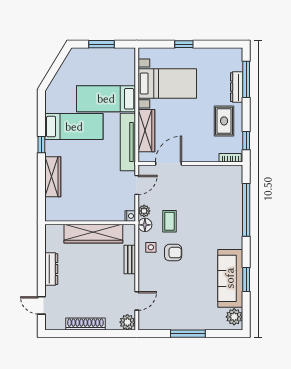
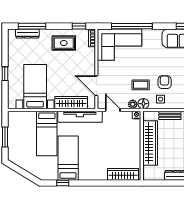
dresser: (237, 87) -> (27, 33), moved
window: (41, 145) -> (63, 183), moved
wardrobe: (53, 177) -> (123, 174), moved
corner sofa: (222, 194) -> (120, 45), added

